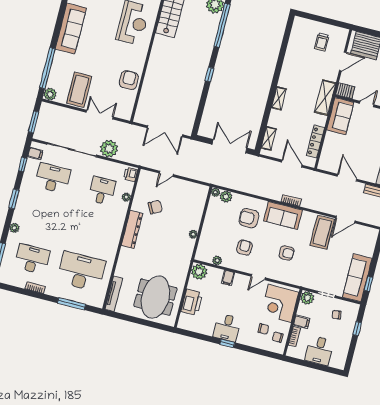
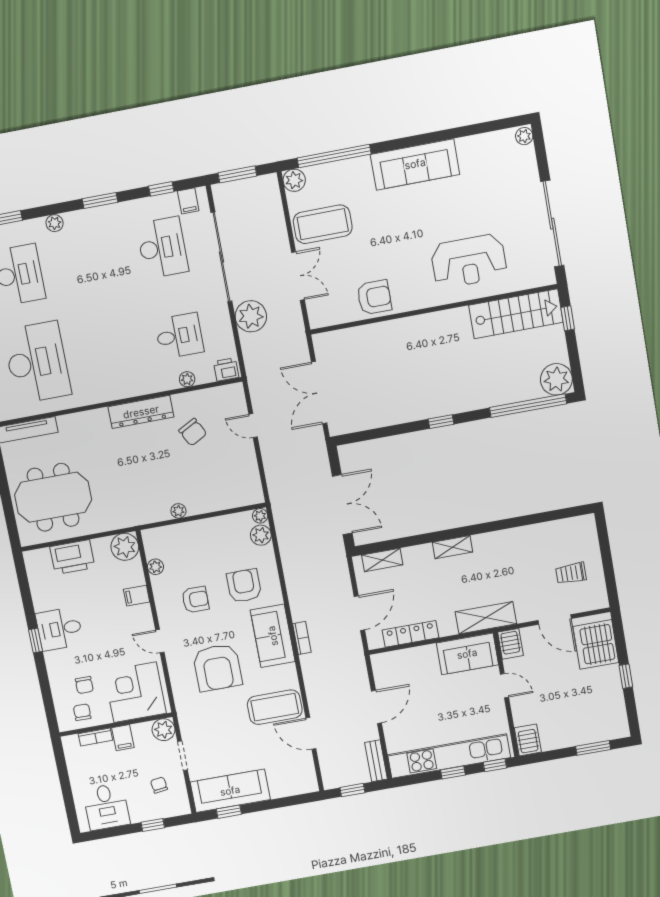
armchair: (287, 253) -> (217, 667), width x1.88, depth x1.88
desk: (319, 350) -> (106, 807), moved, turned -90

